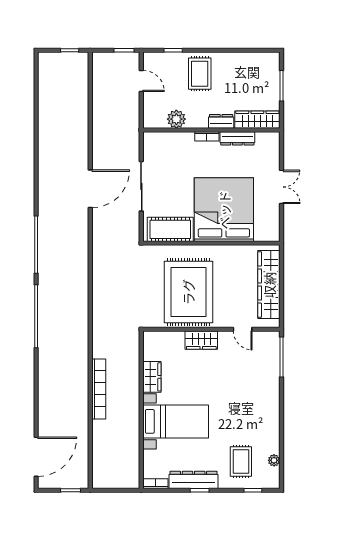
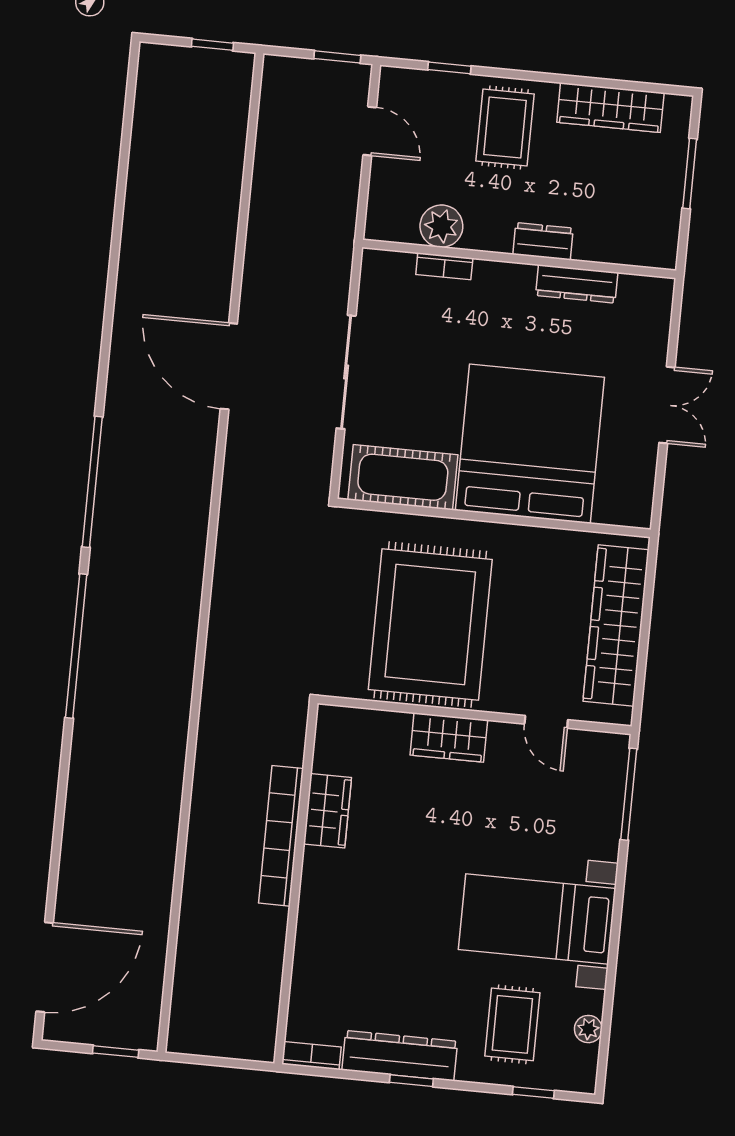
wardrobe: (257, 120) -> (610, 108), moved, turned 180
bookcase: (207, 136) -> (444, 266), moved
door: (90, 189) -> (229, 366), swing flipped
bookcase: (99, 389) -> (281, 836), moved, turned 180
bed with nightstands: (176, 421) -> (537, 919), moved, turned 180

